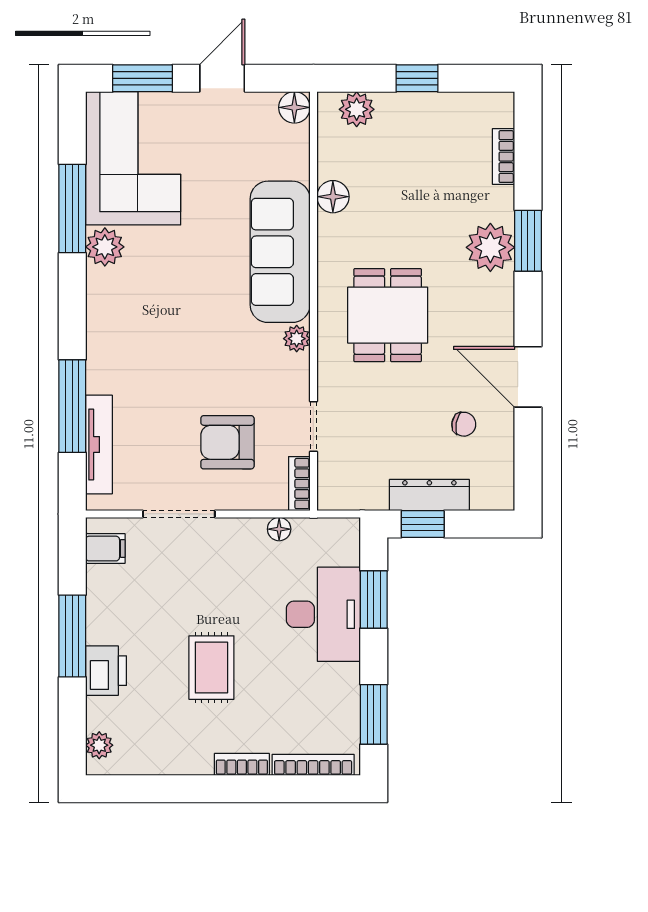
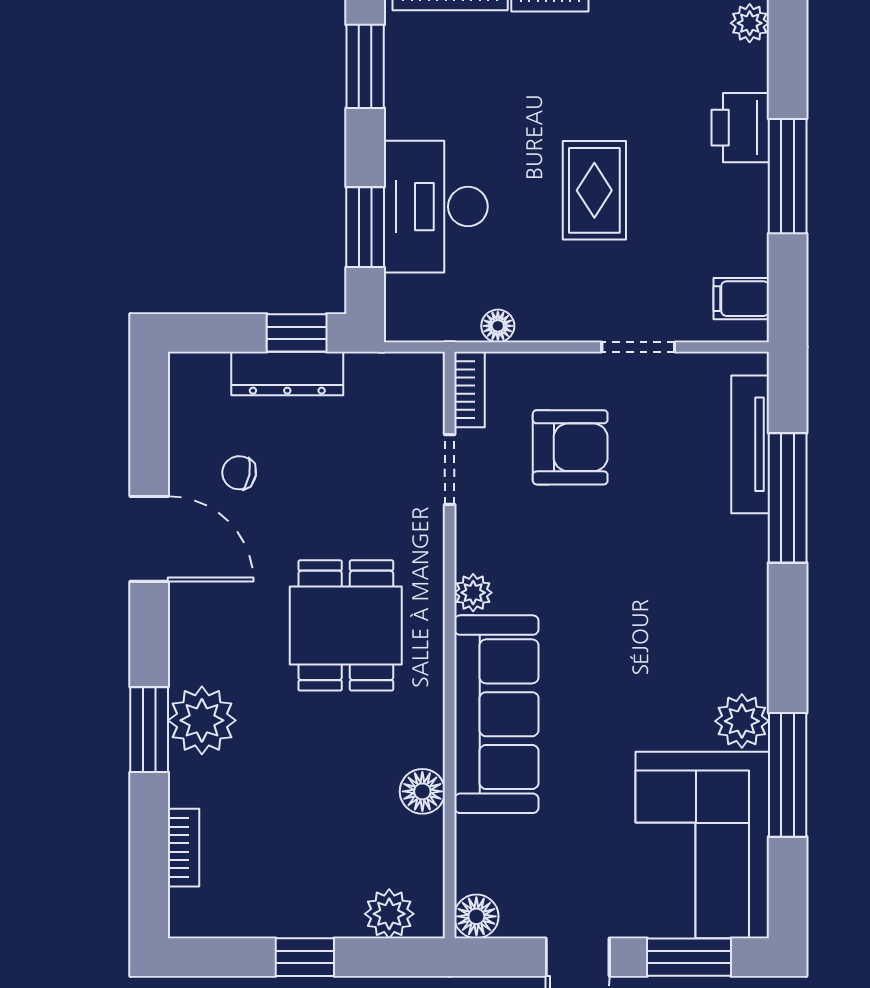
doorway: (179, 514) -> (638, 347), width x0.73
rug: (211, 668) -> (594, 190), moved

